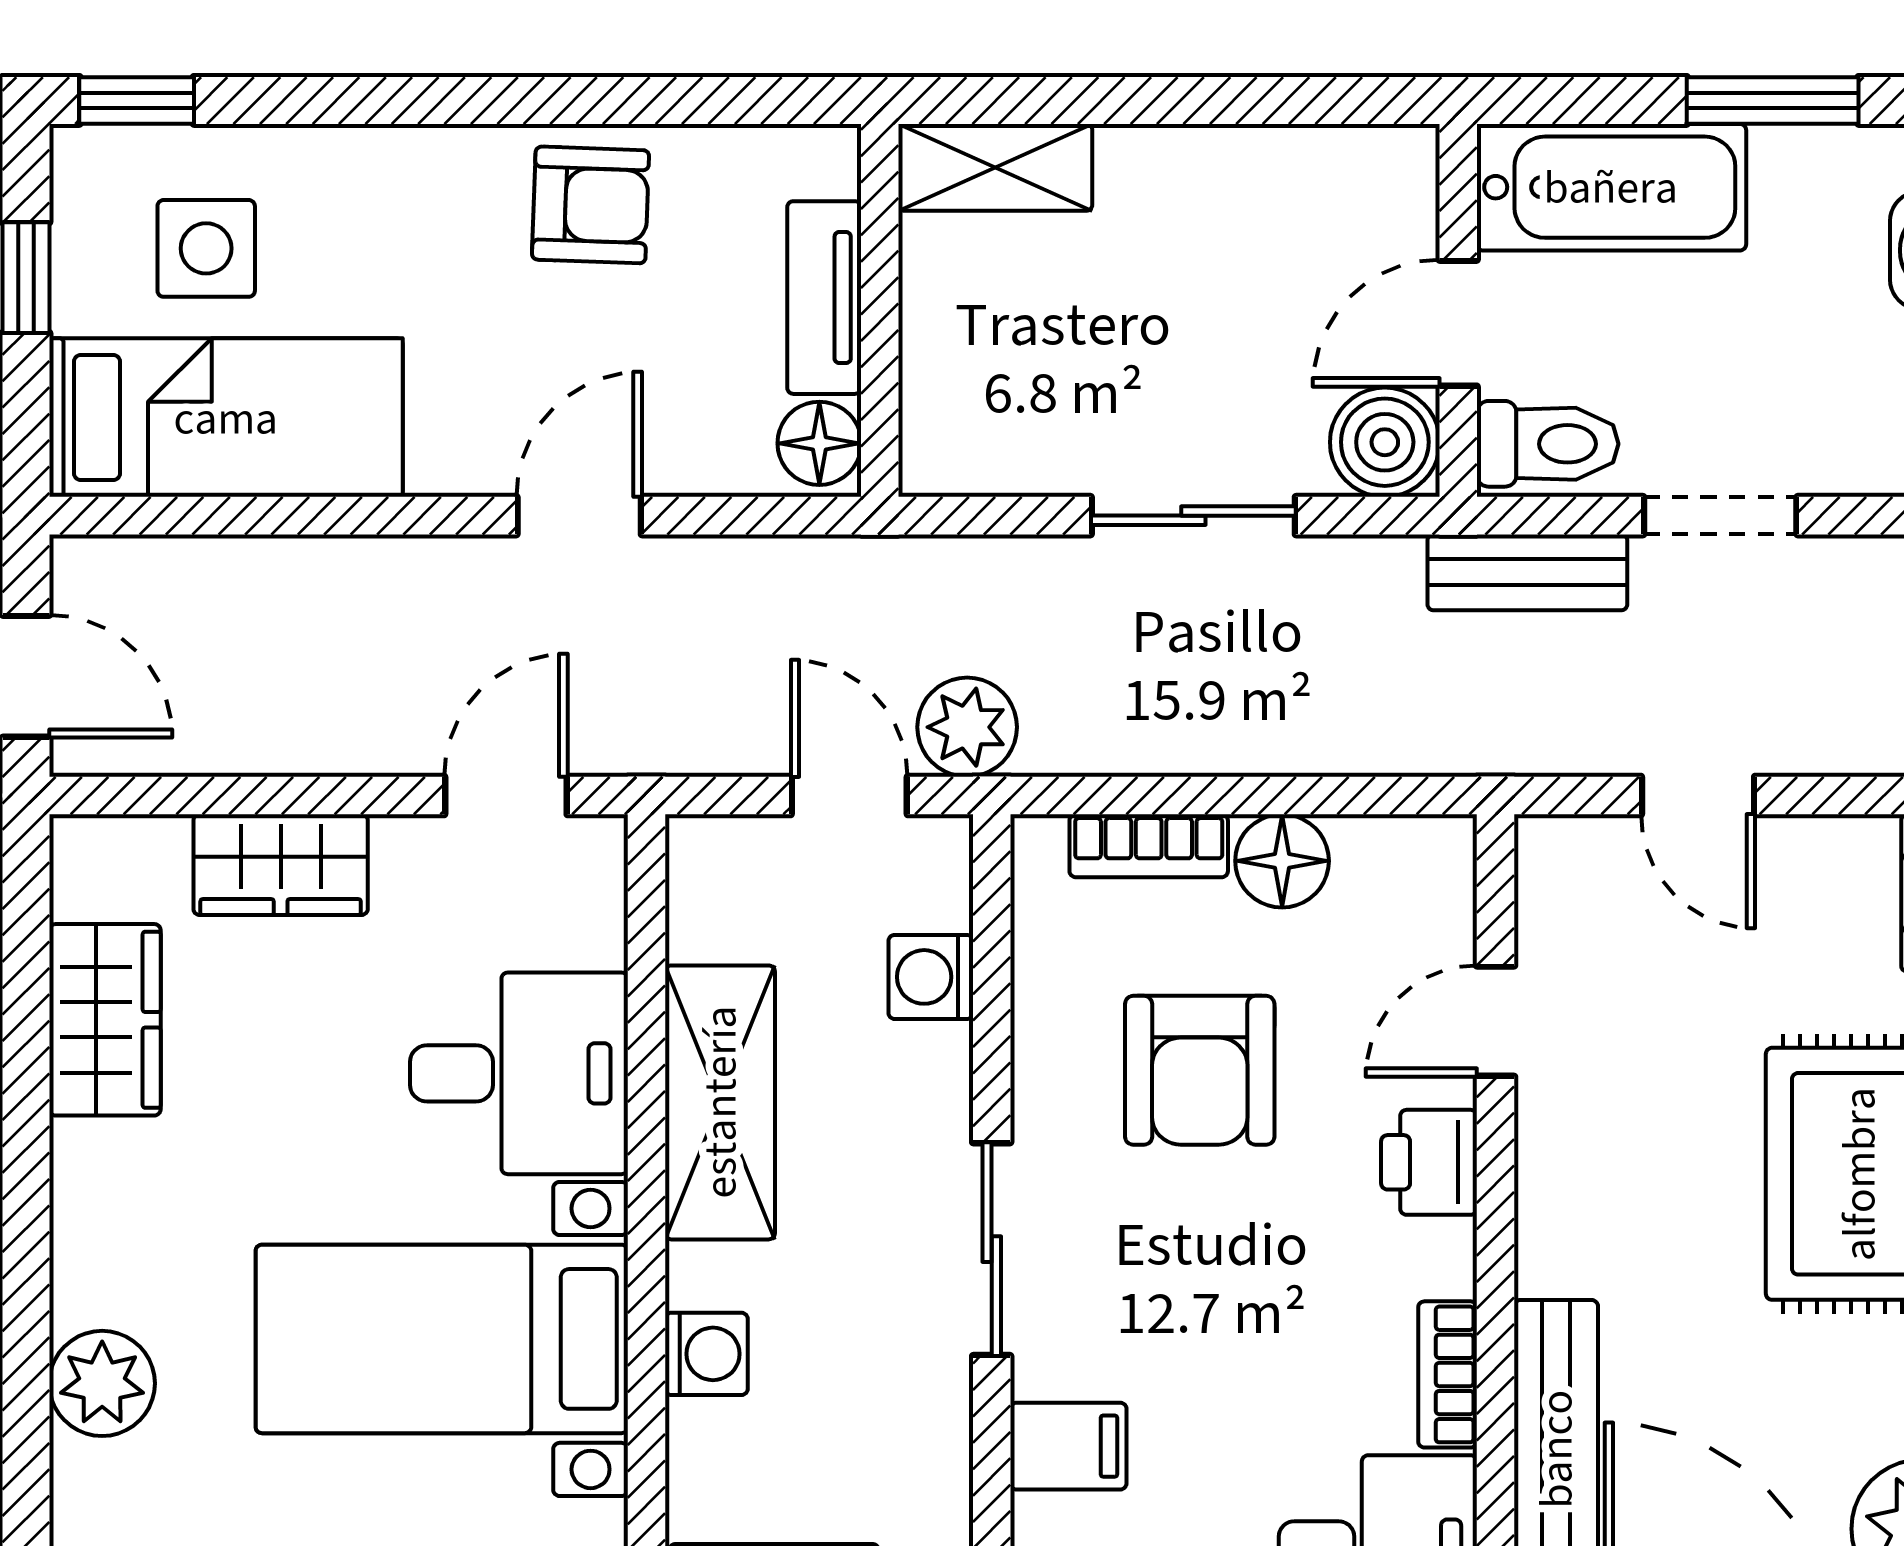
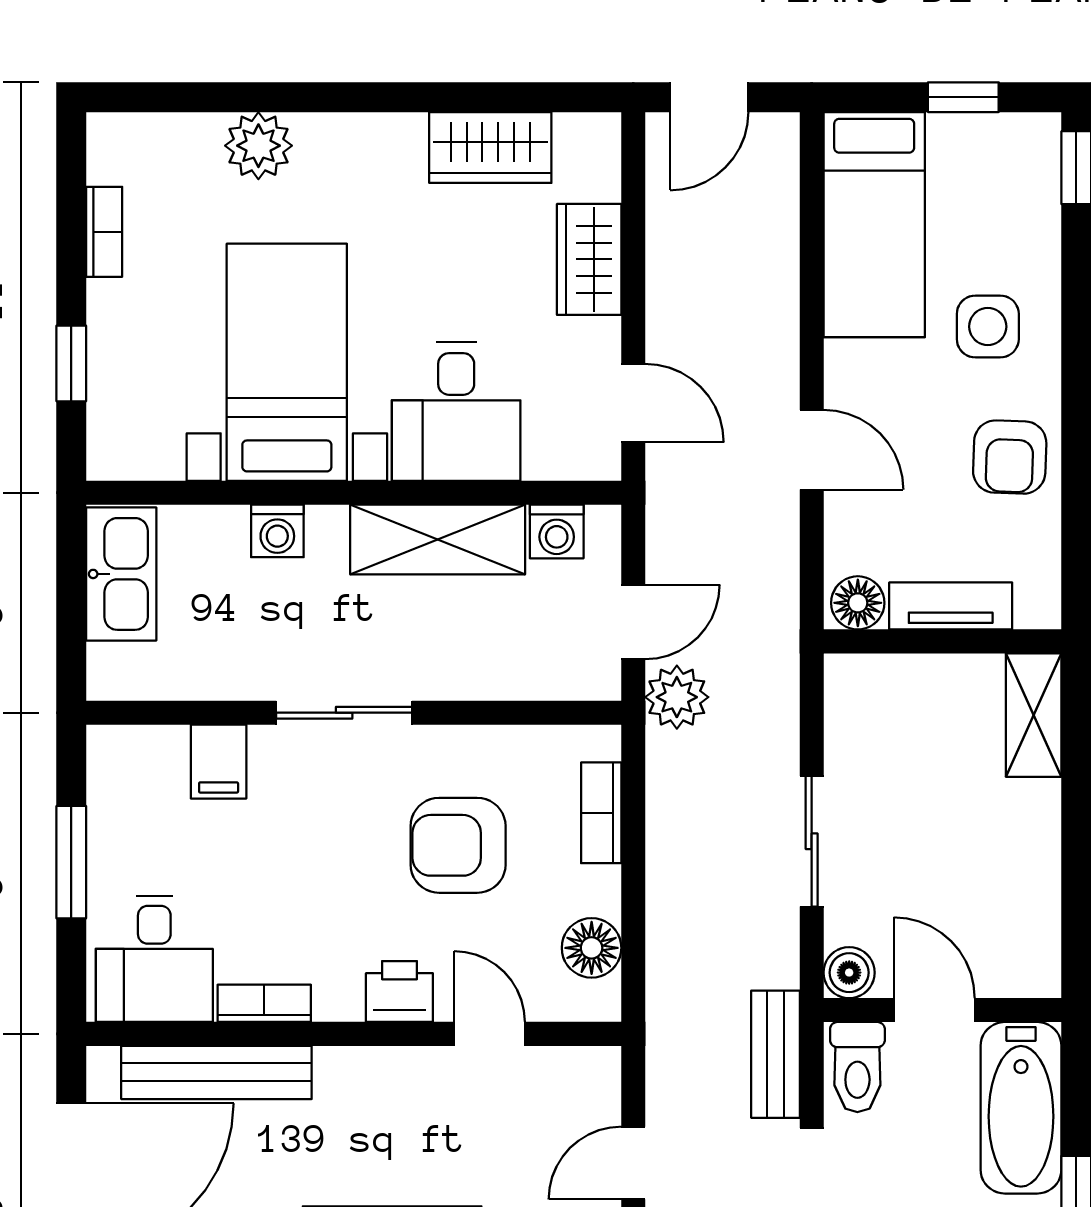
side table: (206, 248) -> (988, 327), moved
boiler: (1385, 442) -> (849, 973), width x0.73, depth x0.73
floor lamp: (1282, 861) -> (592, 948), moved
washing machine: (931, 977) -> (557, 531), moved, turned 180

